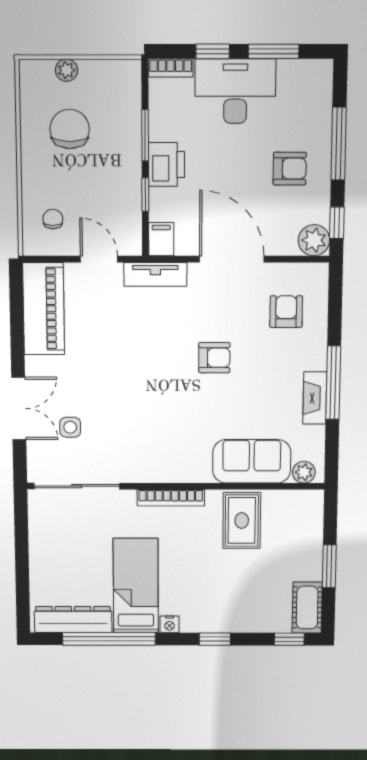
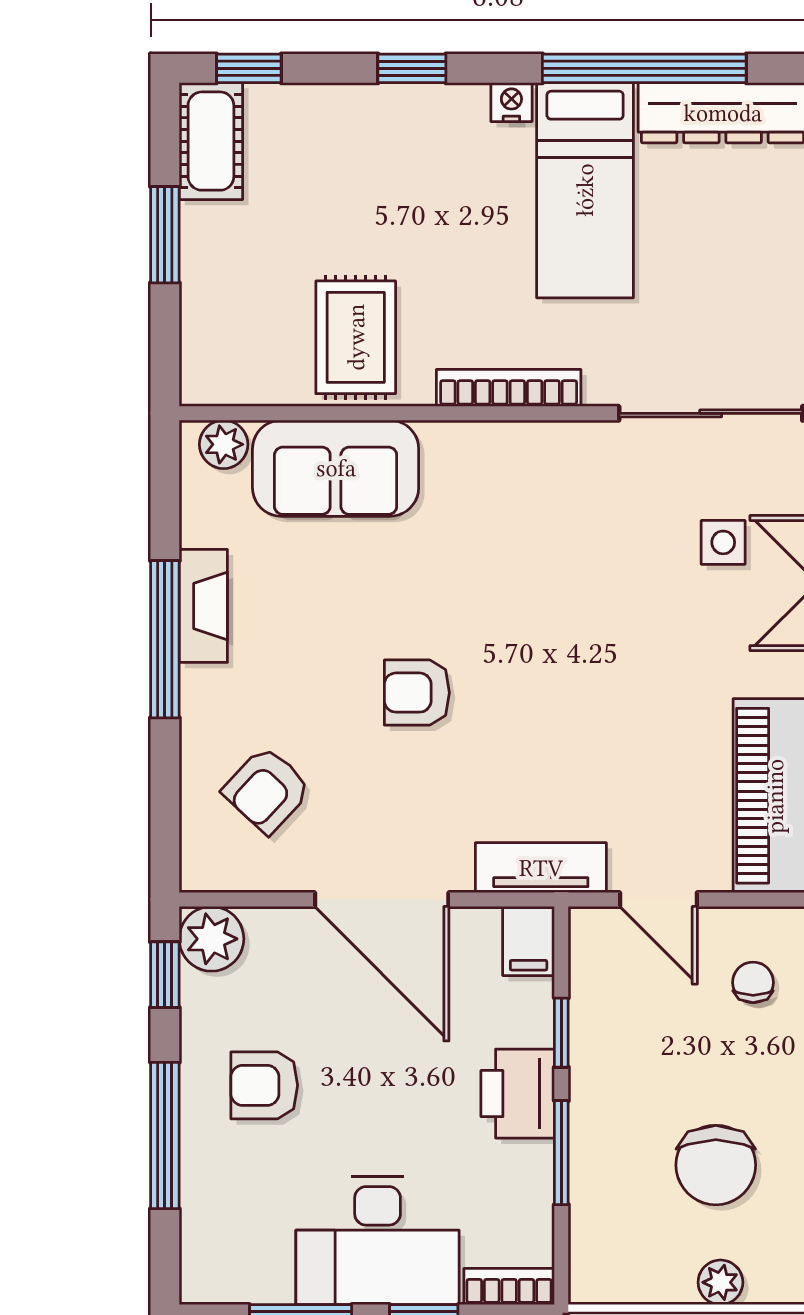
chair: (53, 219) -> (753, 982), turned 180
armchair: (286, 312) -> (267, 790), turned 43

